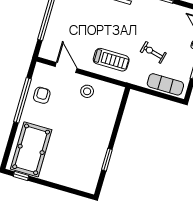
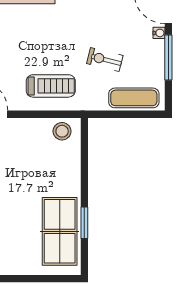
stool: (87, 91) -> (62, 131), moved
table tennis table: (88, 161) -> (60, 231), added

